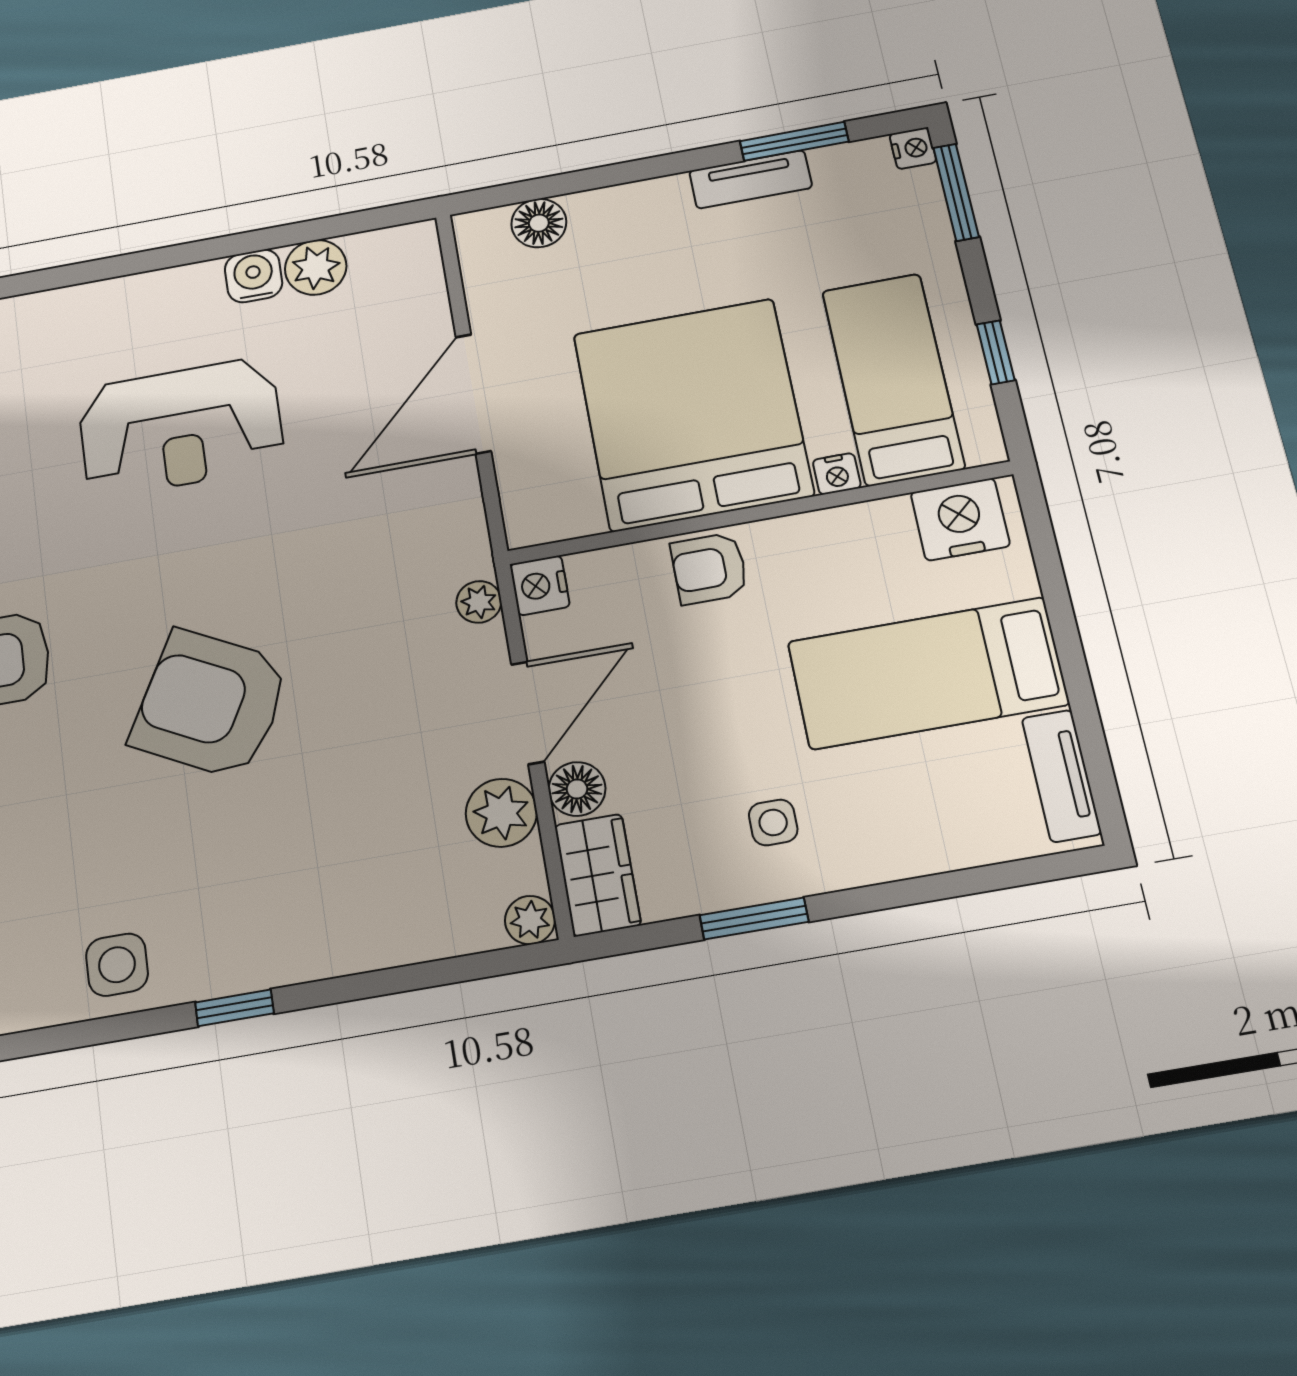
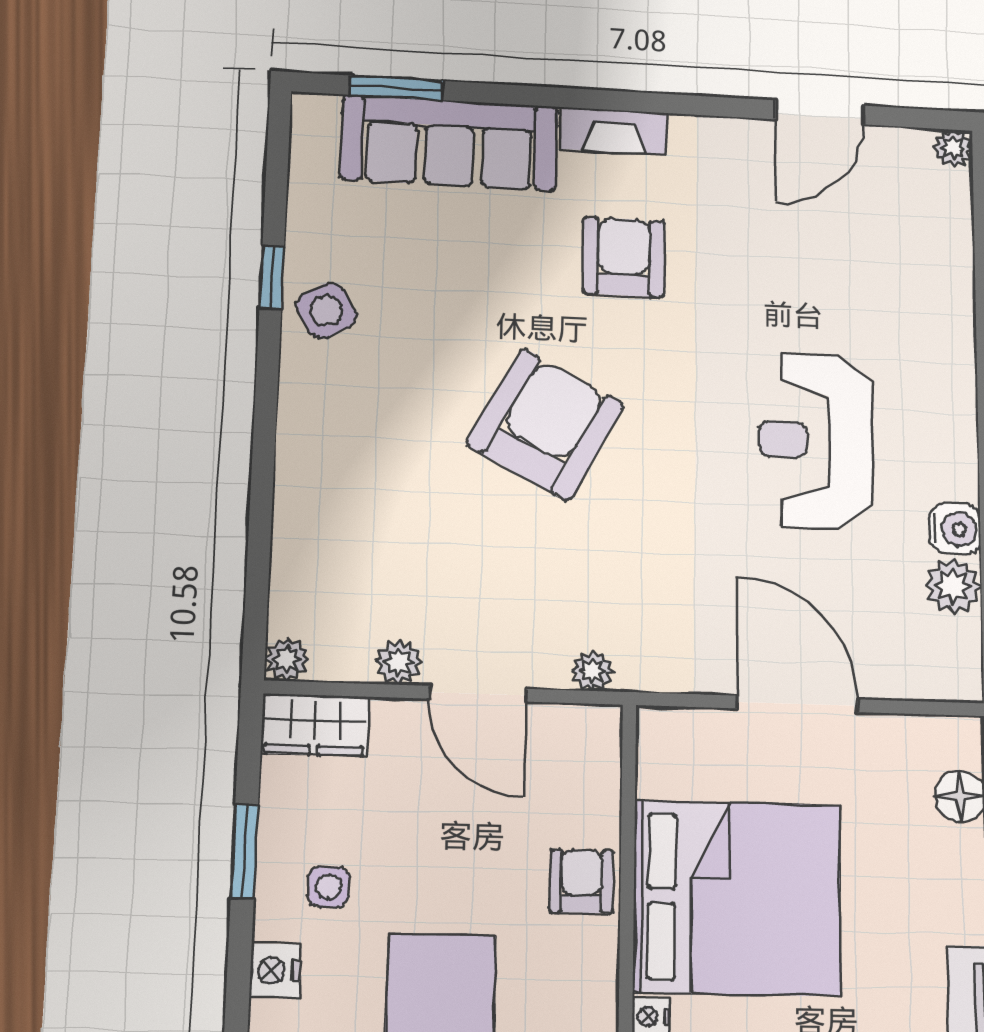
nightstand: (540, 585) -> (275, 971), moved, turned -90
floor lamp: (577, 789) -> (398, 723), removed
plant: (501, 813) -> (399, 662), width x0.73, depth x0.73
side table: (117, 965) -> (326, 311), turned -30
window: (234, 1008) -> (272, 277), moved

